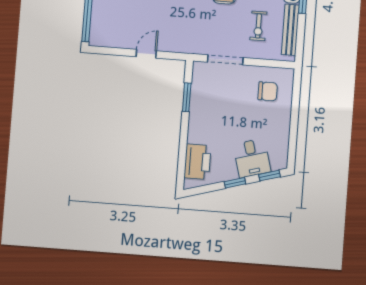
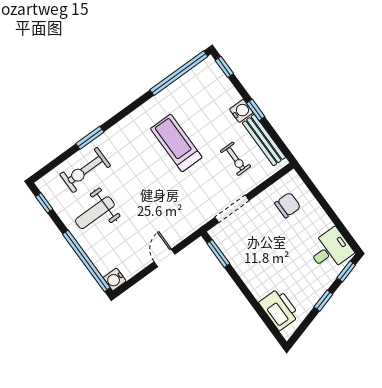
water cooler: (97, 39) -> (115, 279), added
window: (187, 97) -> (218, 254), moved
desk: (252, 158) -> (330, 250), moved, turned -74

